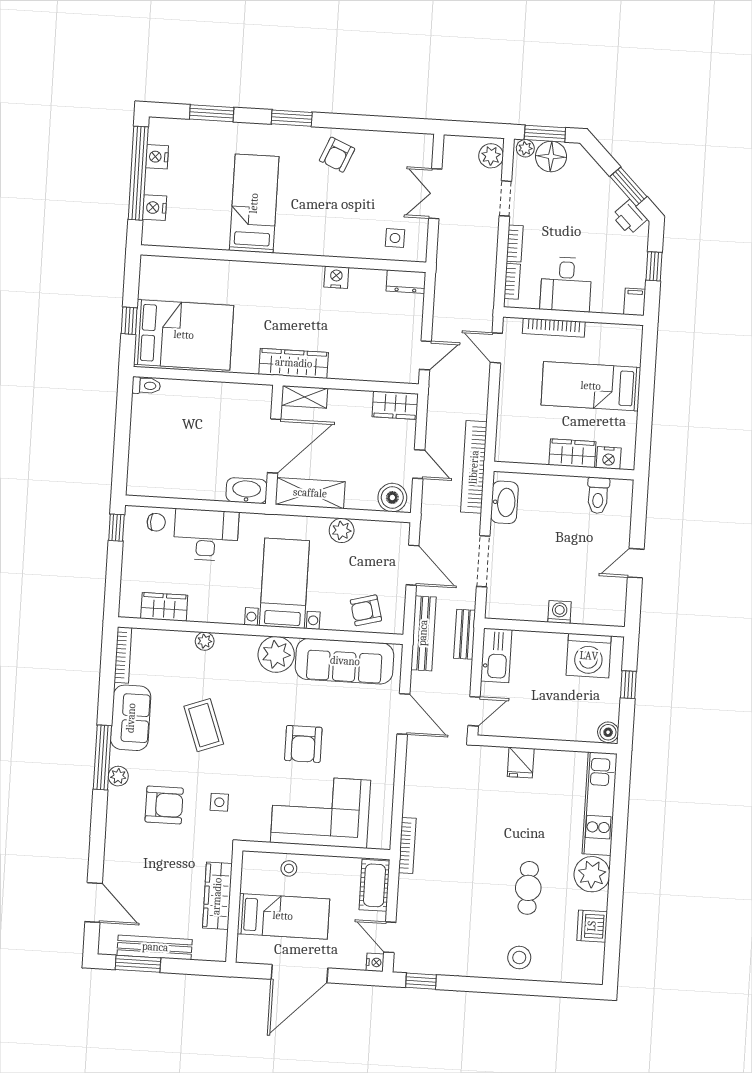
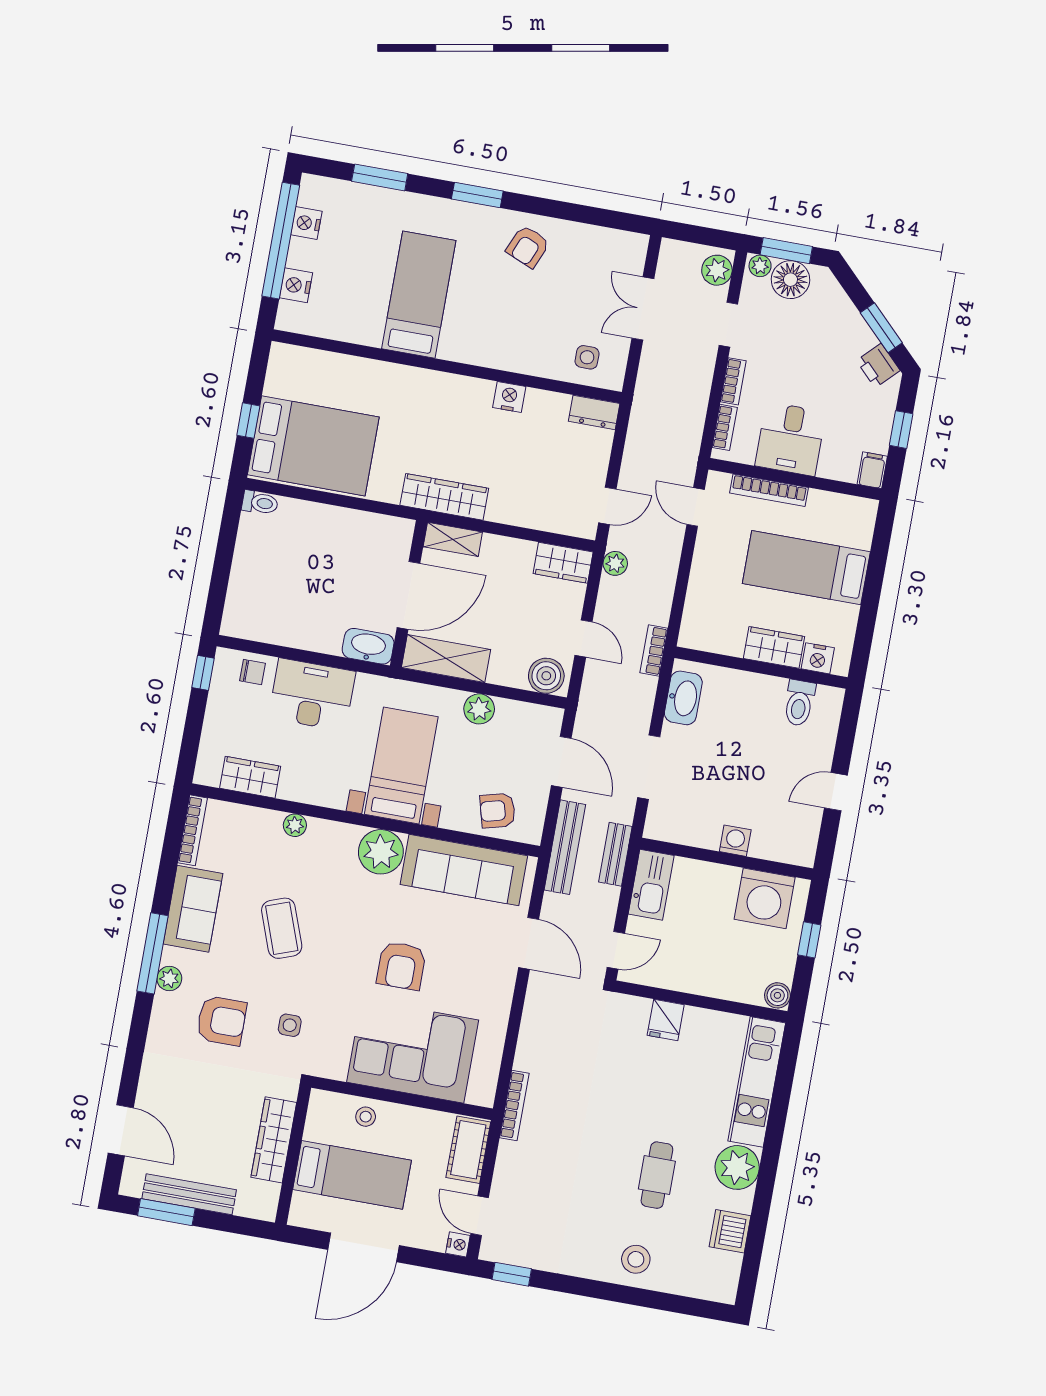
plant: (437, 401) -> (615, 563), added
bookcase: (474, 467) -> (654, 650), width x0.43, depth x0.76

